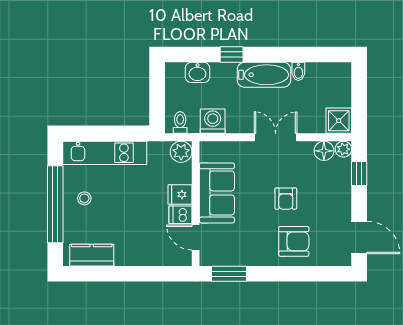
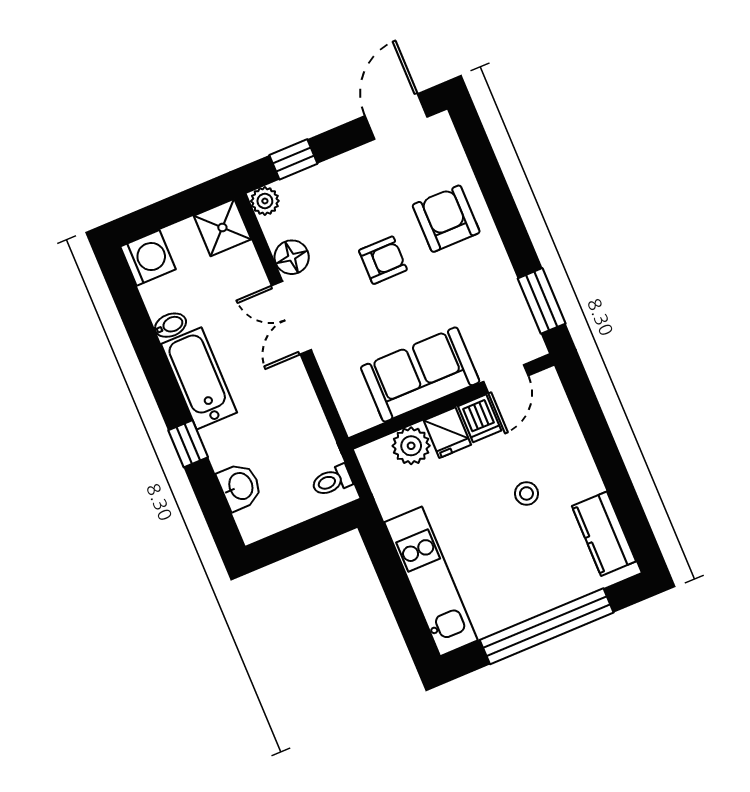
washing machine: (213, 121) -> (148, 258), moved, turned 180
floor lamp: (324, 151) -> (292, 257), moved
plant: (181, 152) -> (411, 446), moved
stool: (84, 198) -> (526, 493), moved

